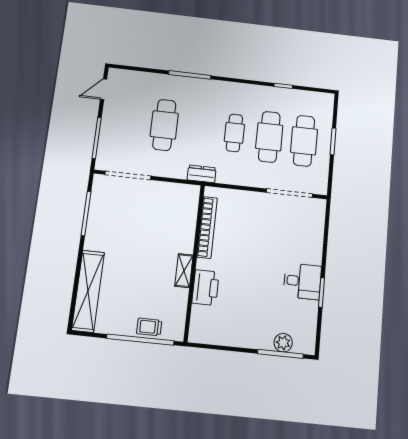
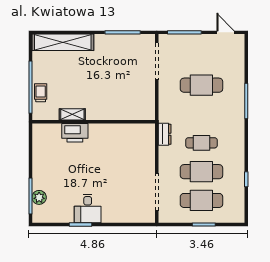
dresser: (202, 174) -> (165, 134), moved
bookcase: (207, 227) -> (122, 129), removed
shelving: (184, 271) -> (72, 114), moved

